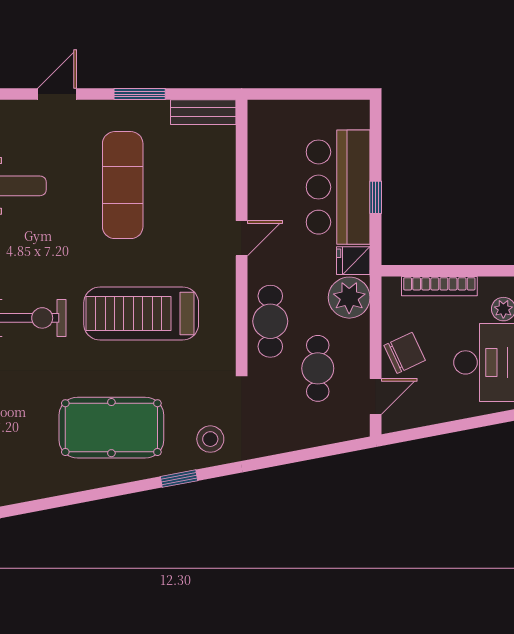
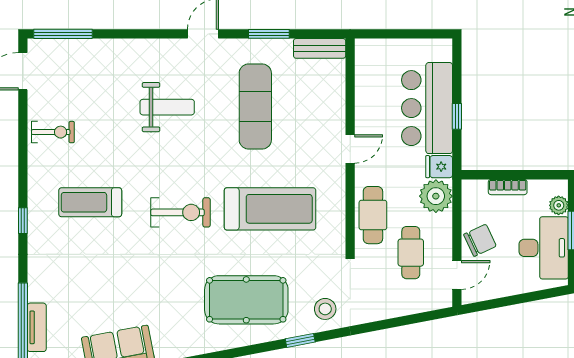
bookcase: (439, 286) -> (508, 187), width x0.64
treadmill: (141, 314) -> (270, 209), turned 180

